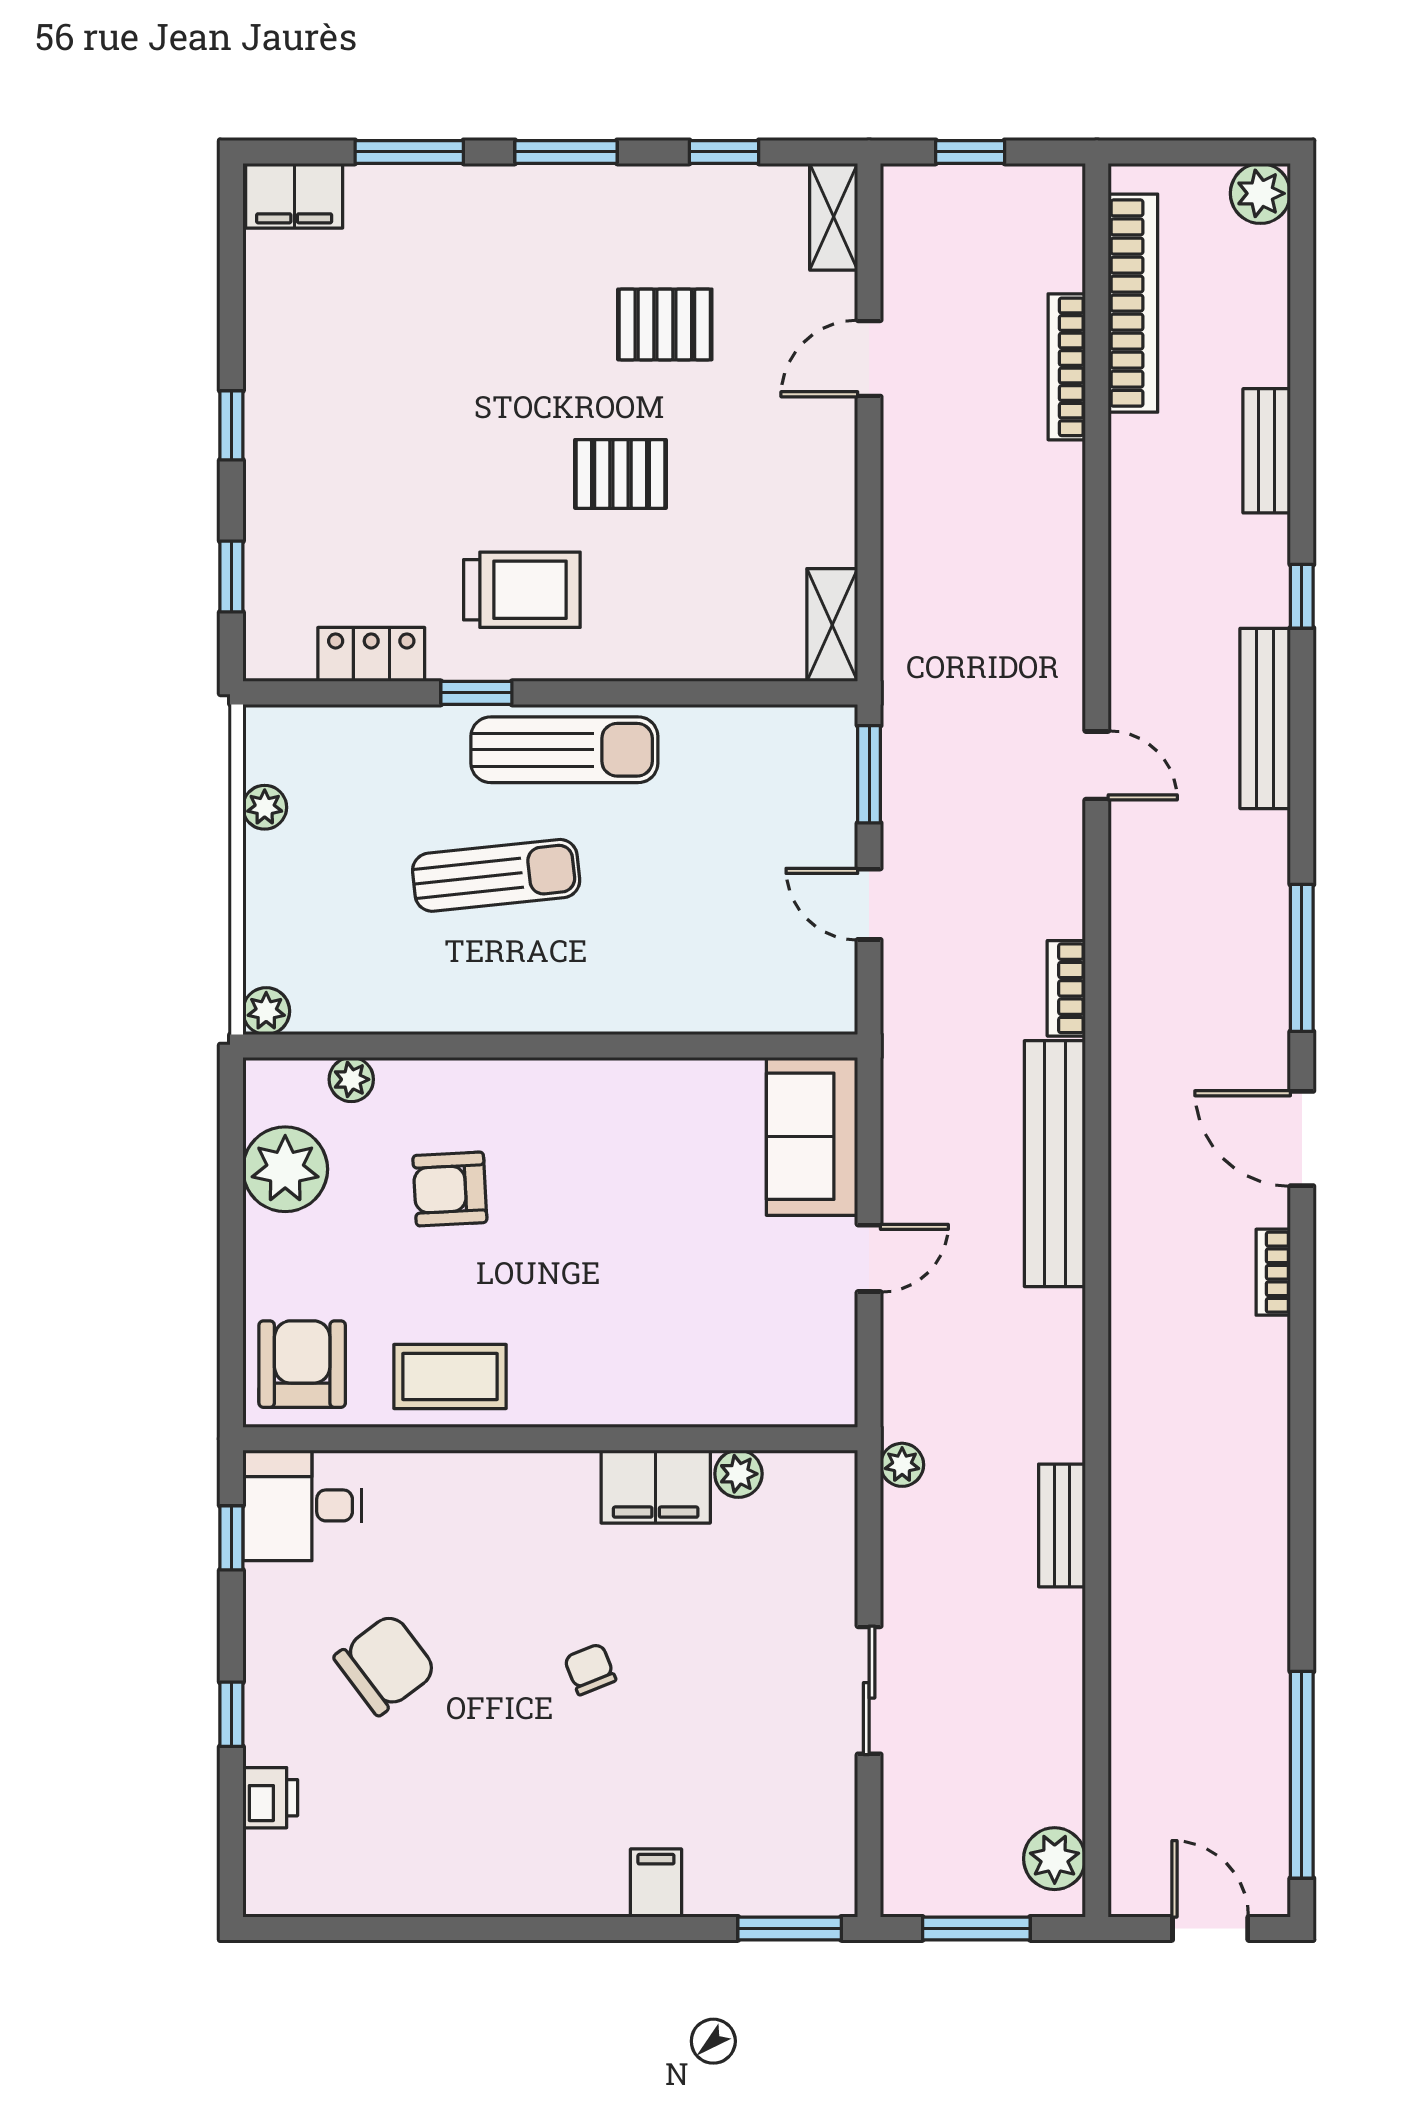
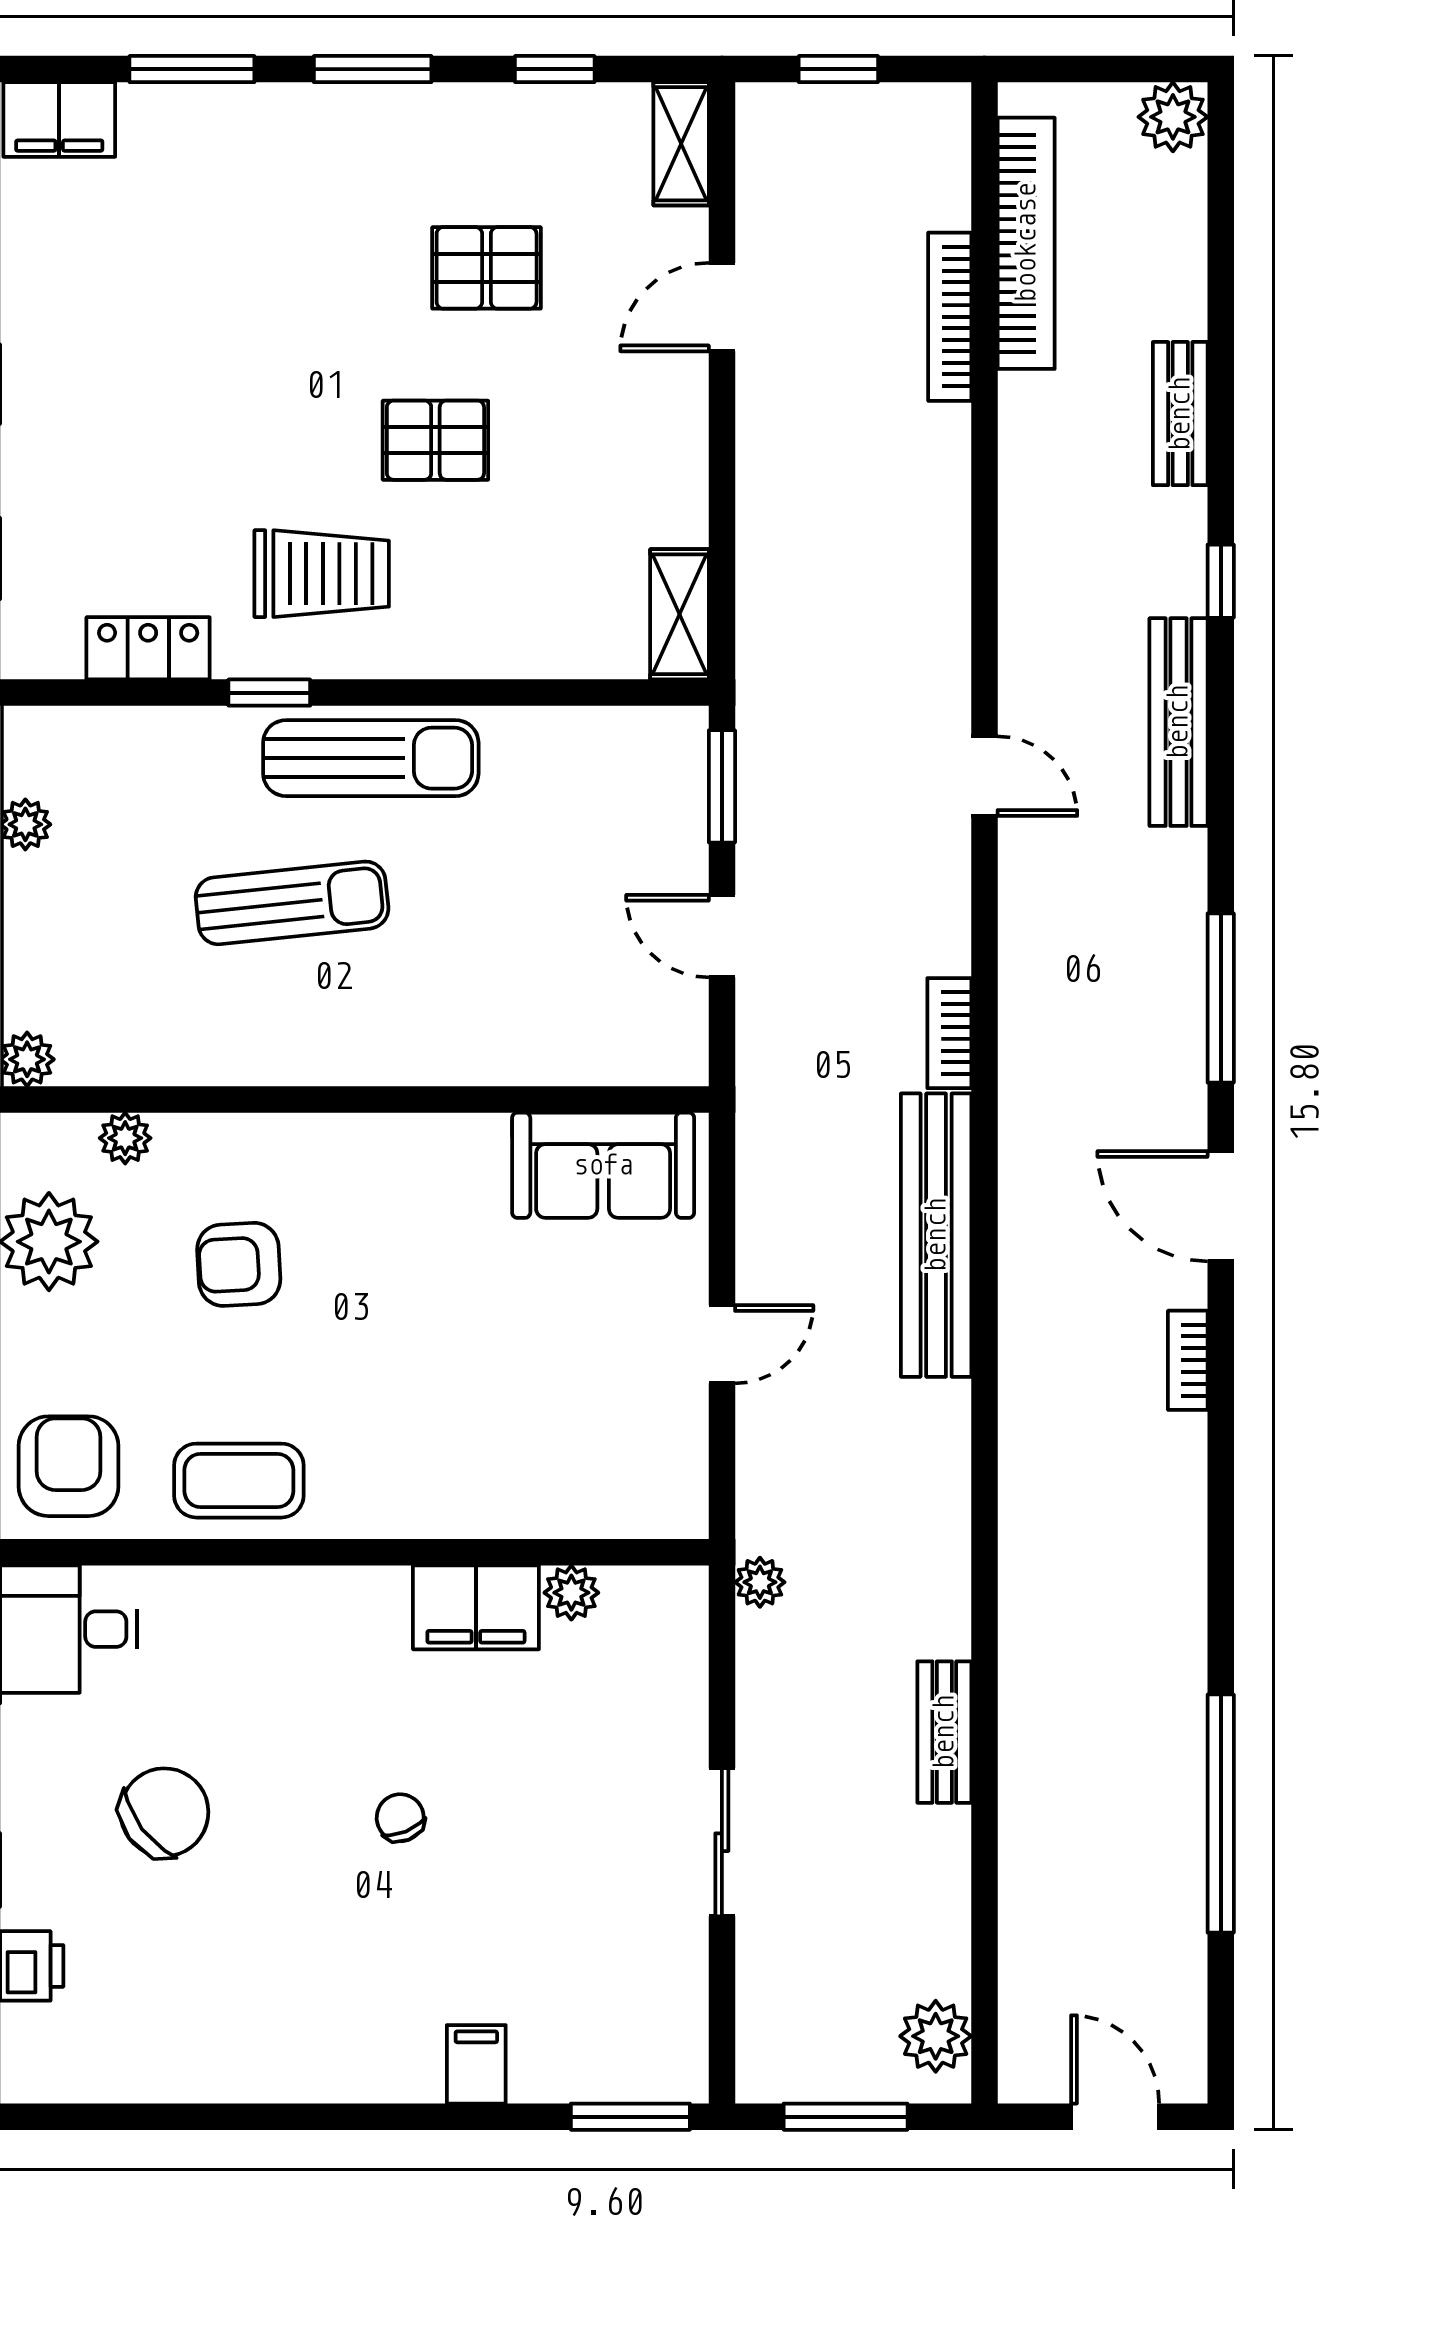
sofa: (812, 1136) -> (603, 1165), moved, turned -90
bench: (1062, 1525) -> (944, 1732), moved
window: (1302, 1775) -> (1221, 1814), moved

